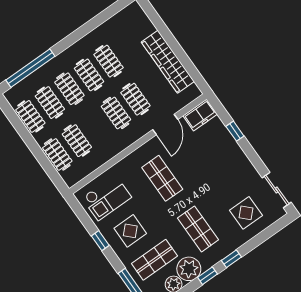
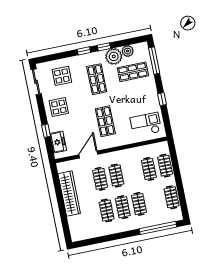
clothes rail: (50, 103) -> (155, 201), removed
freezer: (200, 115) -> (58, 142), moved, turned 90
display table: (130, 231) -> (59, 107), moved

